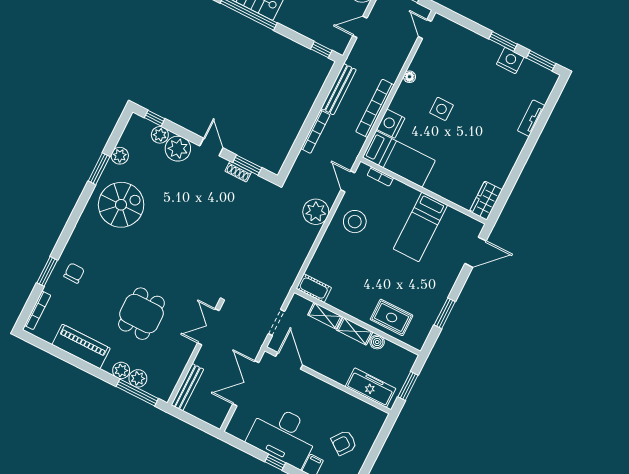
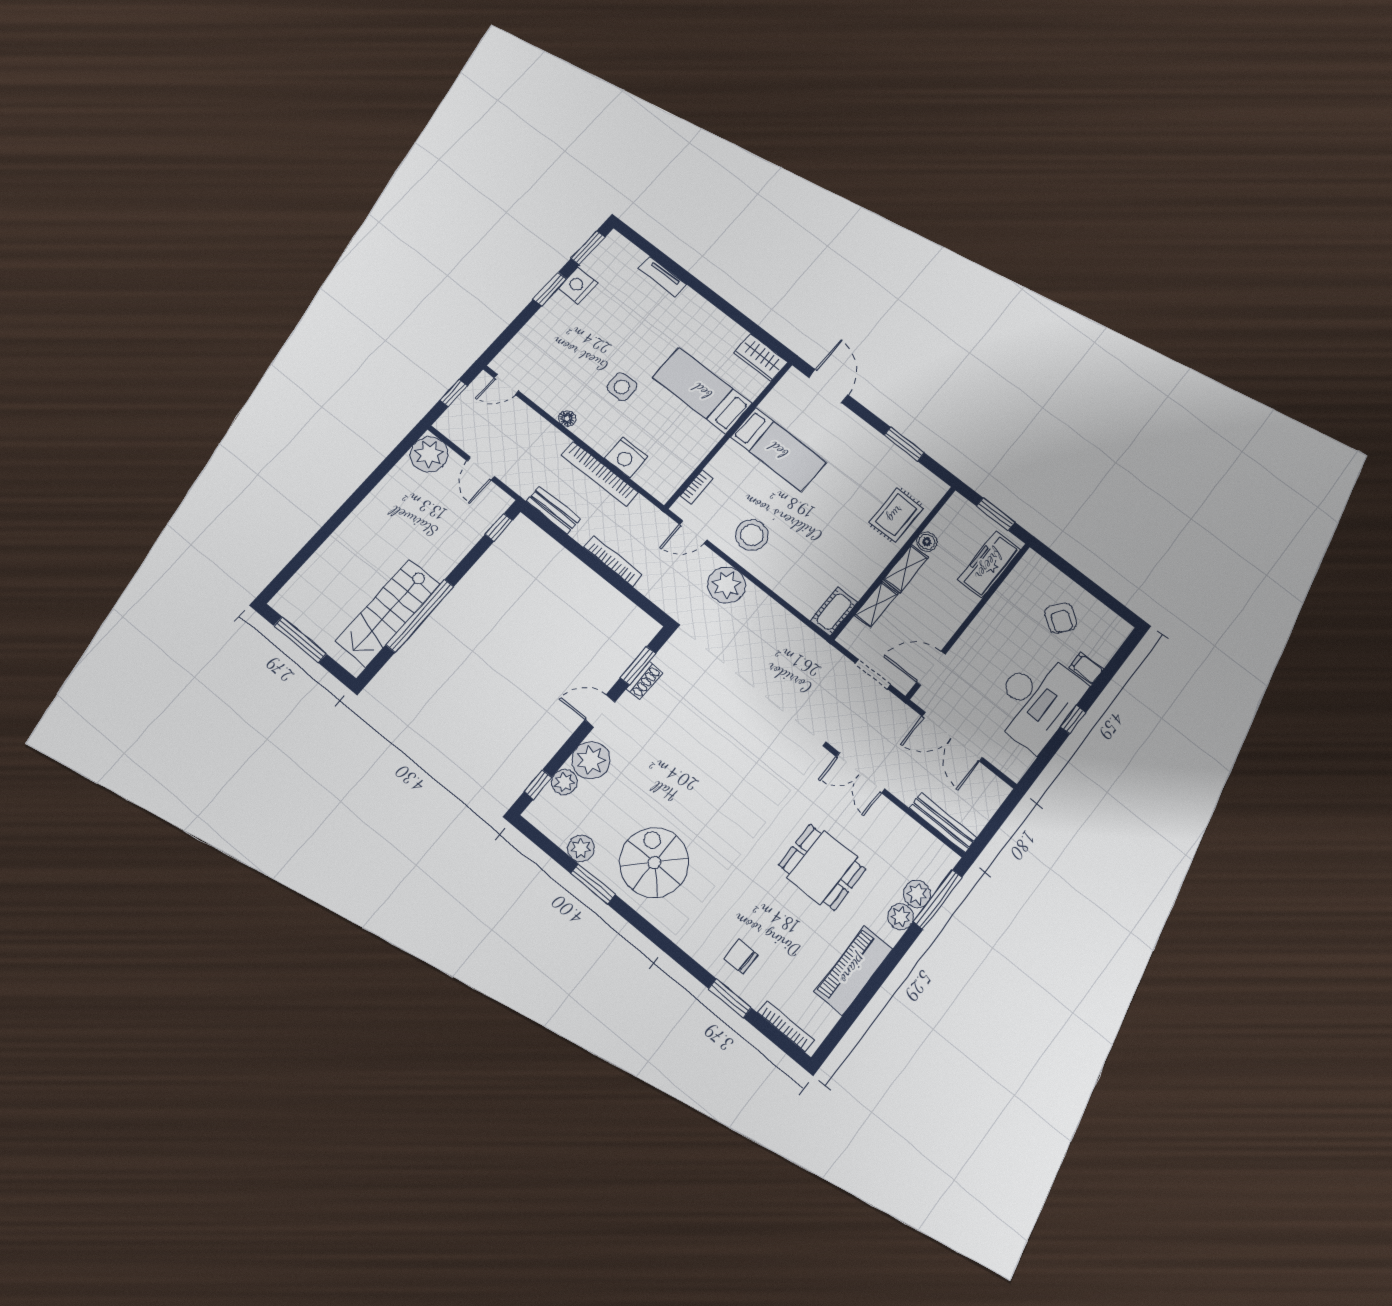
bench: (339, 89) -> (553, 510), width x0.73
bed: (399, 159) -> (702, 391), moved, turned -90

